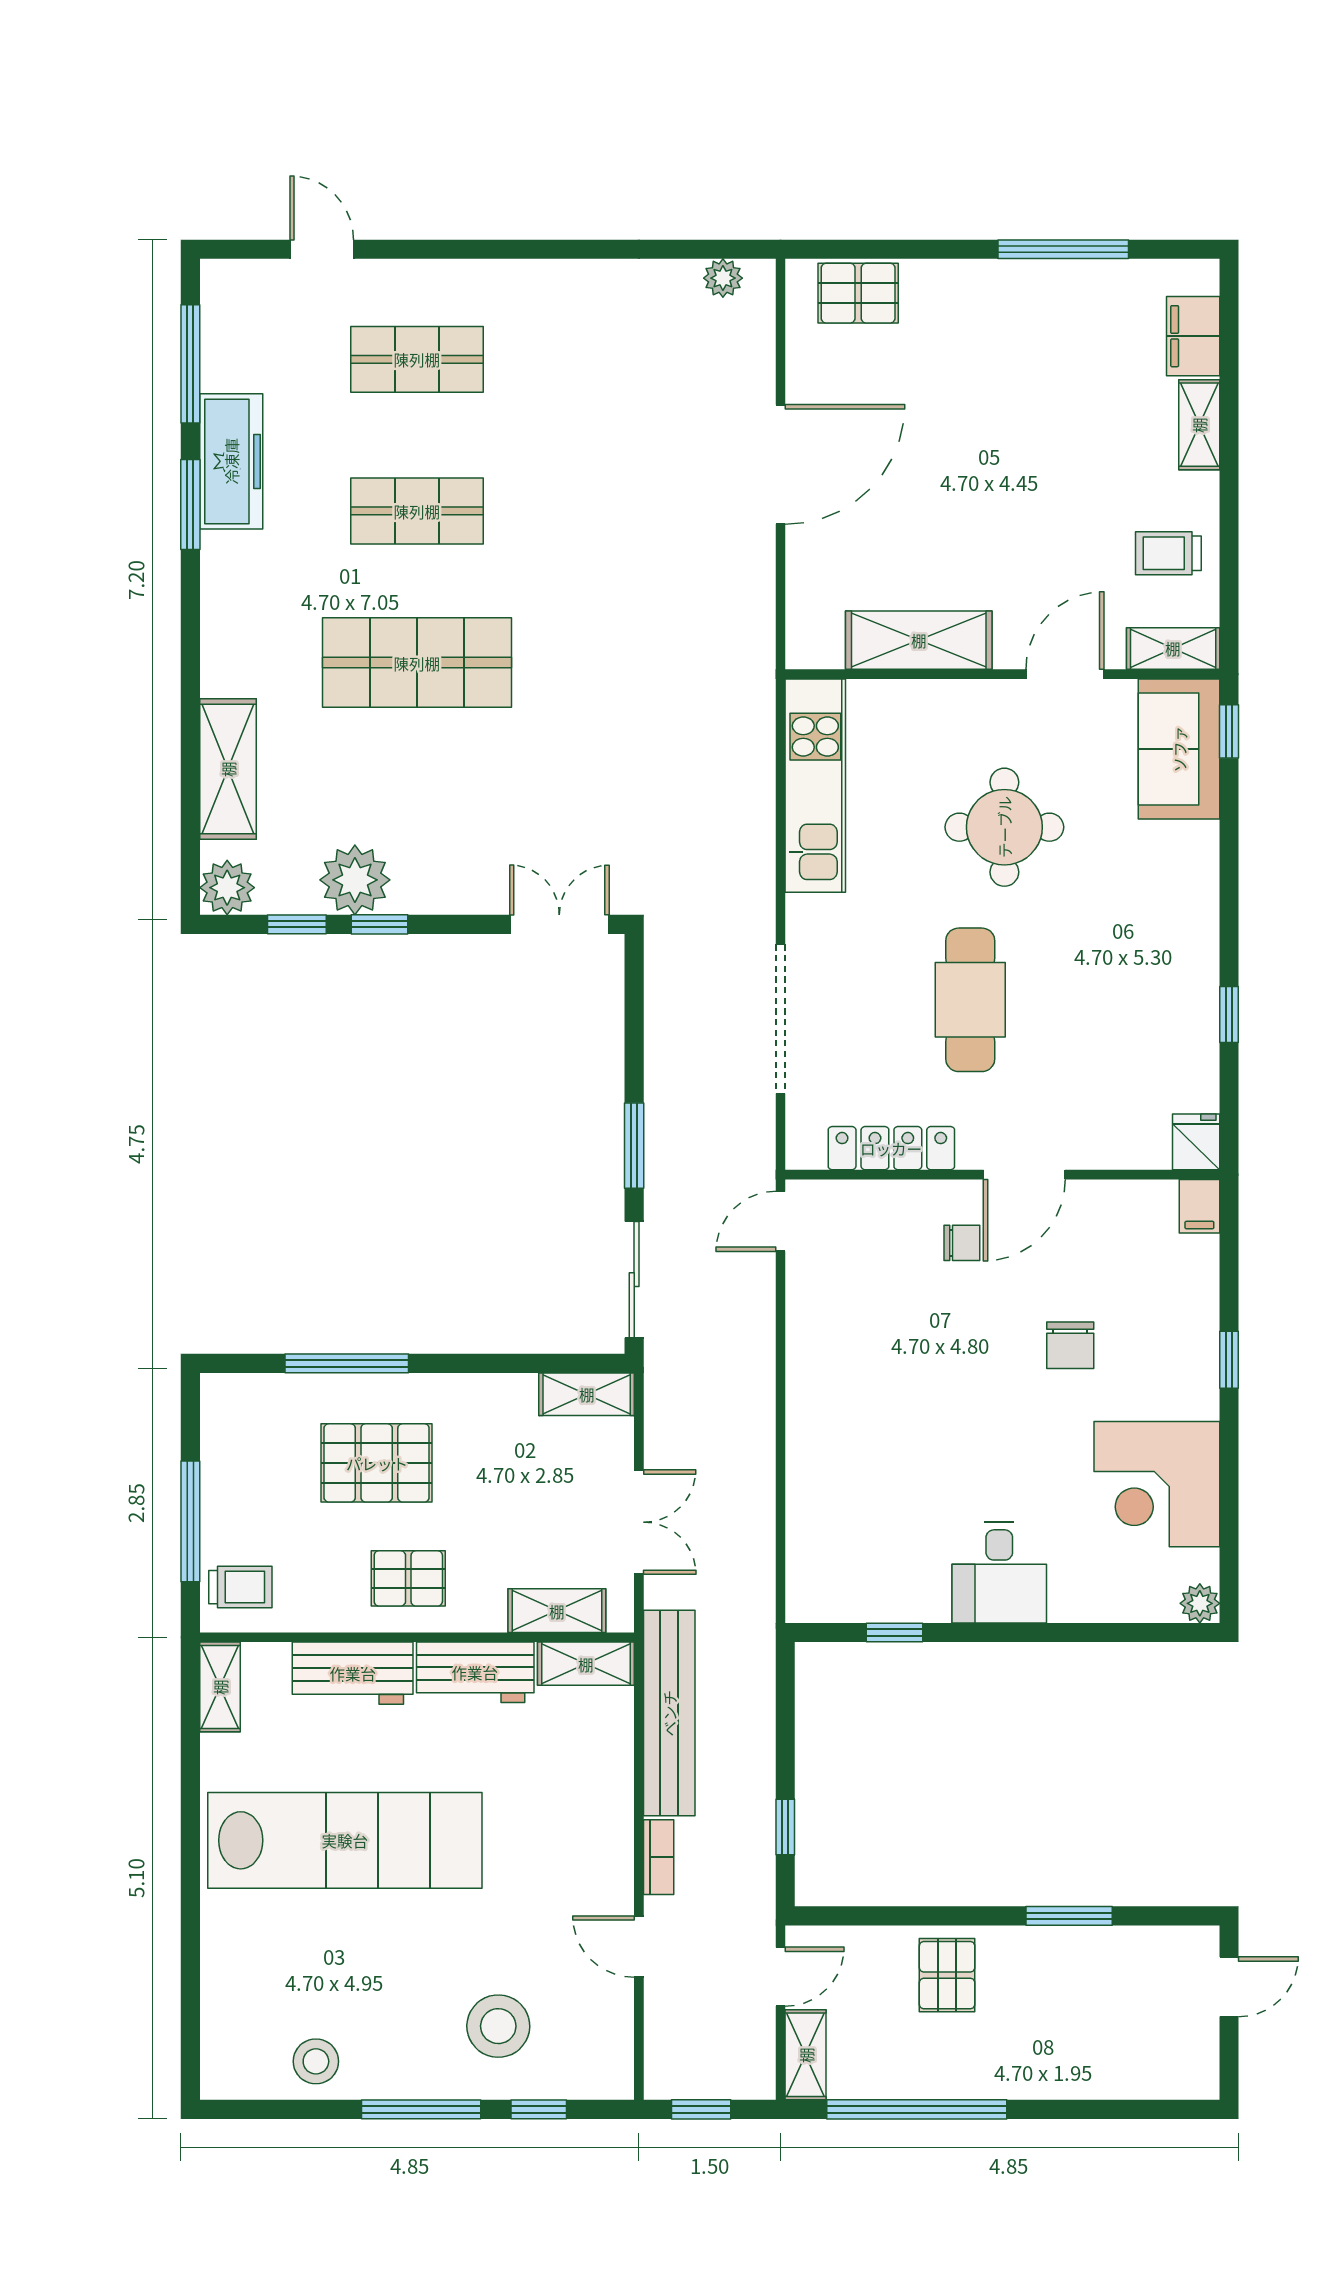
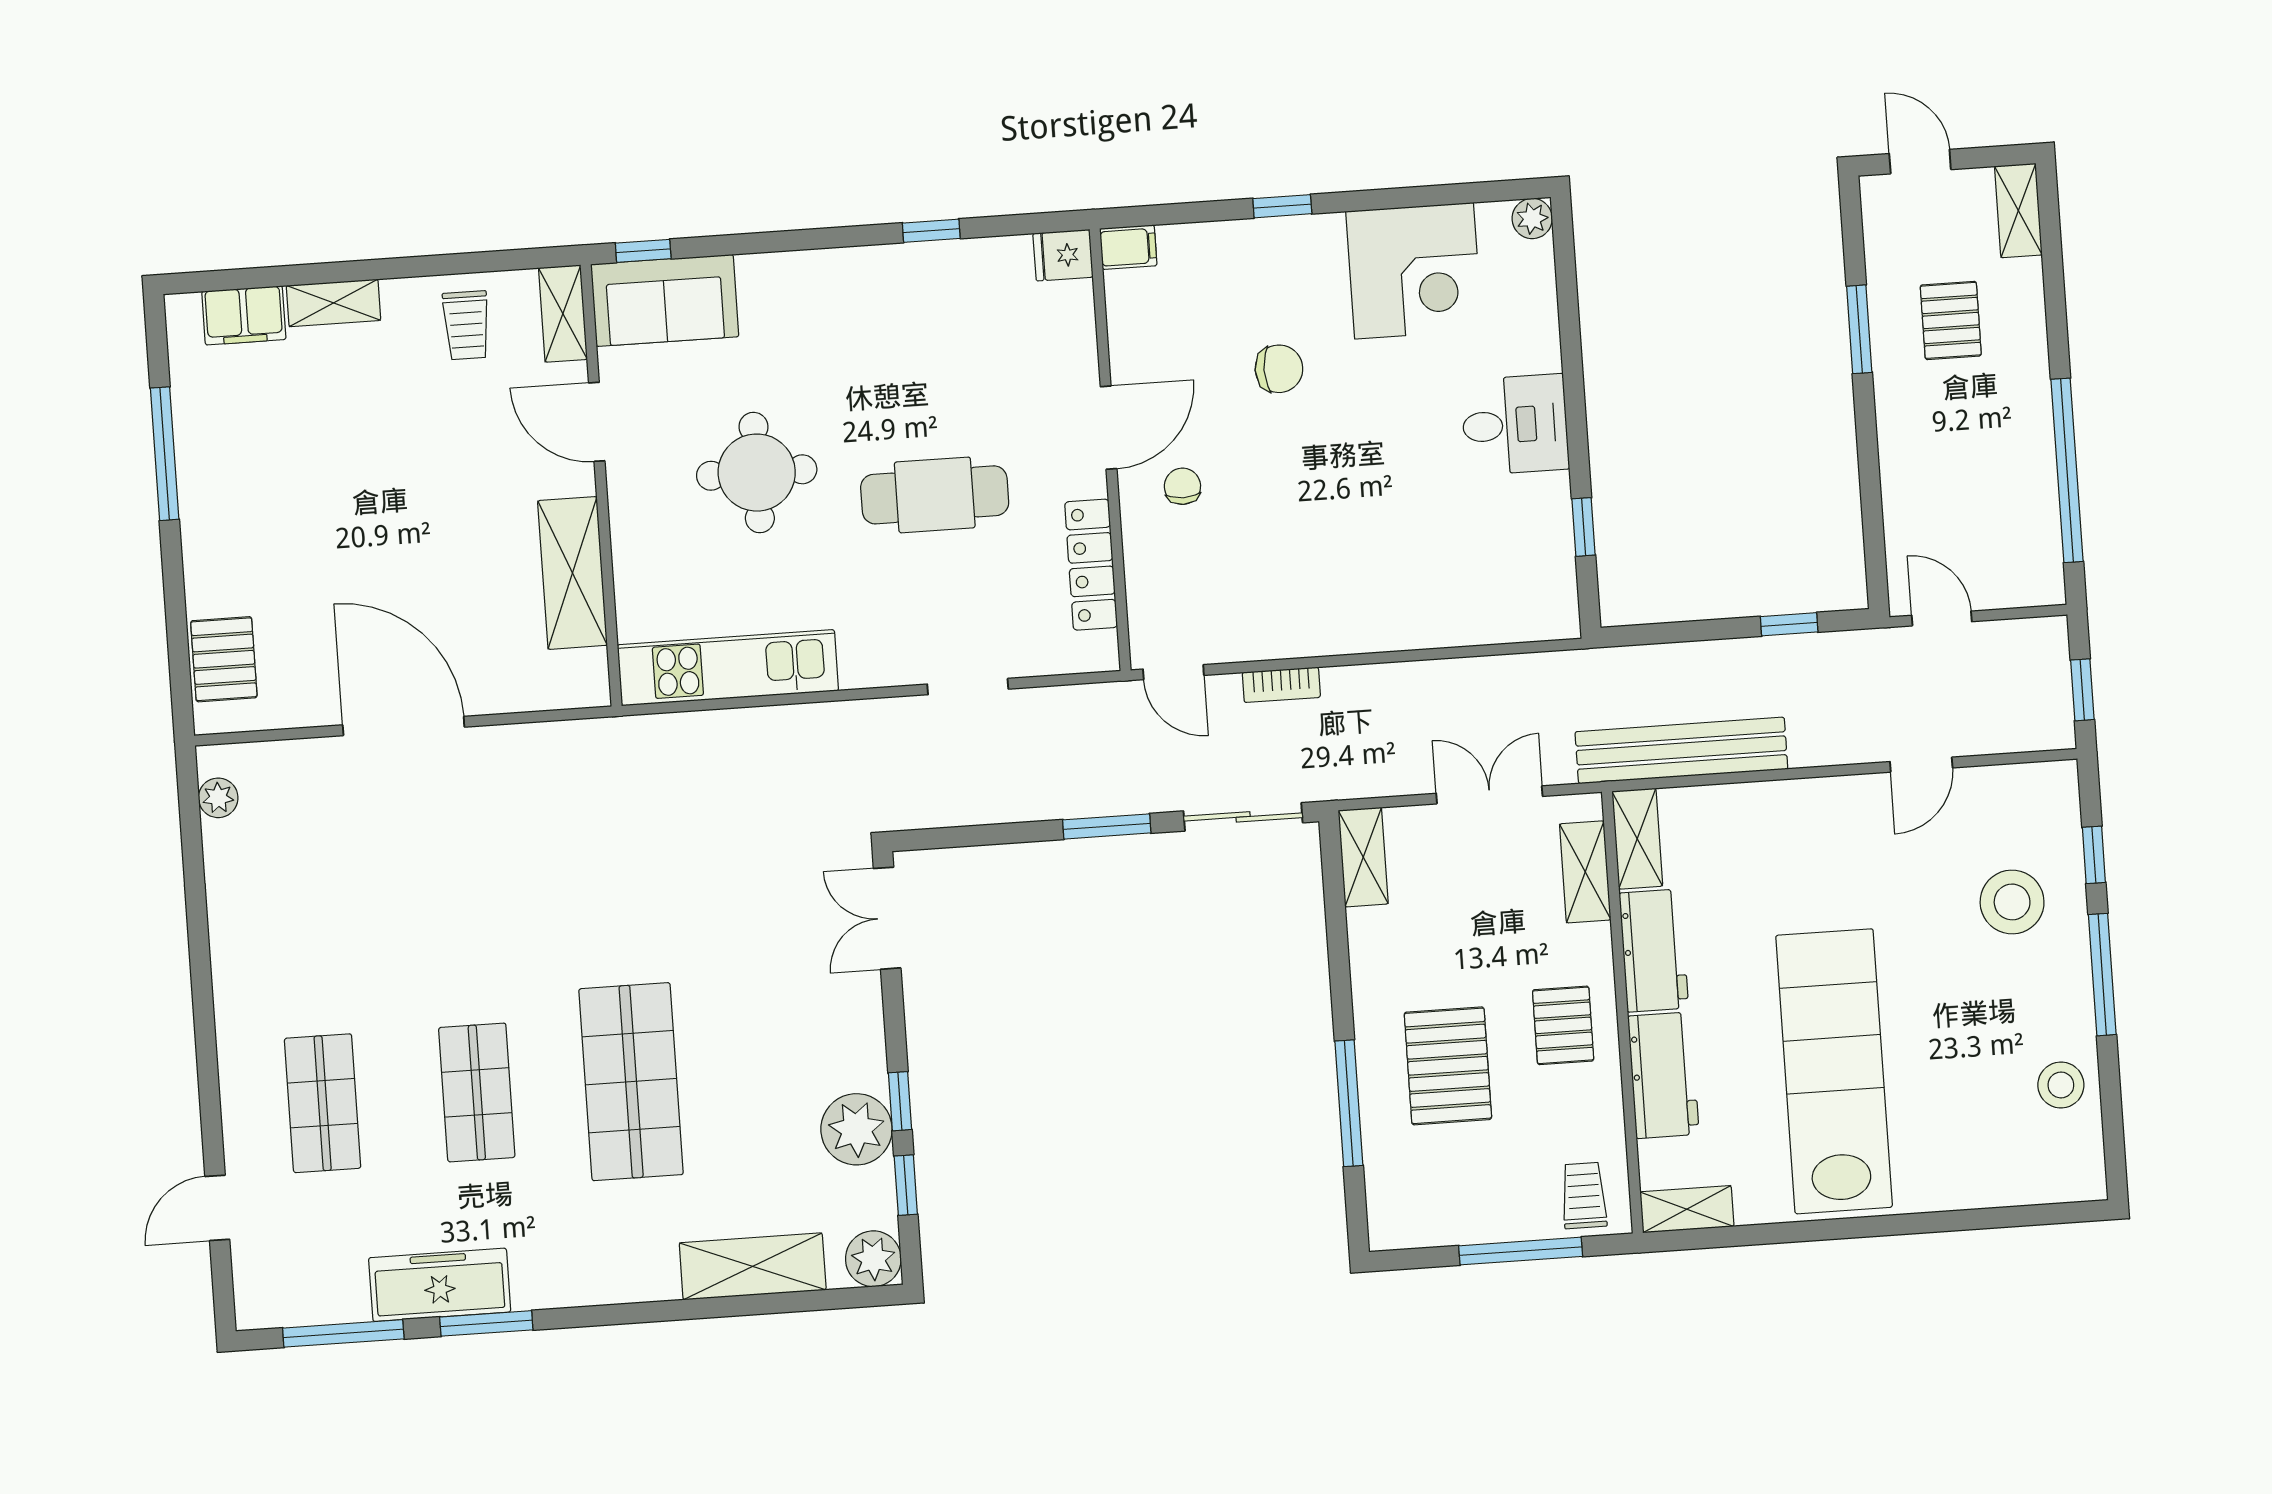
doorway: (781, 1019) -> (968, 687), width x0.53
door: (1024, 1175) -> (1109, 428), hinge flipped
bookcase: (659, 1857) -> (1281, 685), moved, turned 180
pallet: (947, 1975) -> (1951, 320), moved, turned 90
shelving: (806, 2055) -> (2018, 211), moved, turned 90

